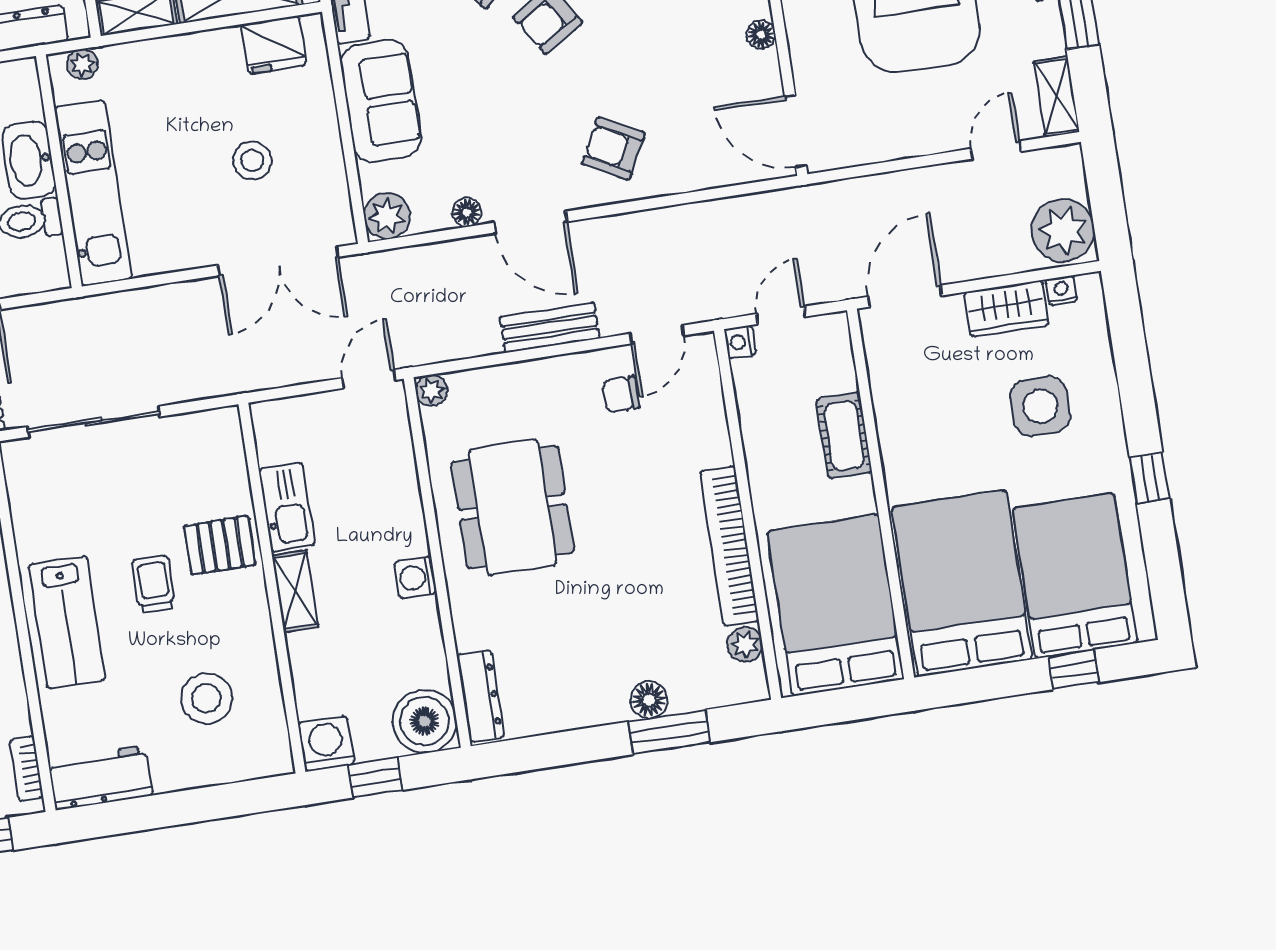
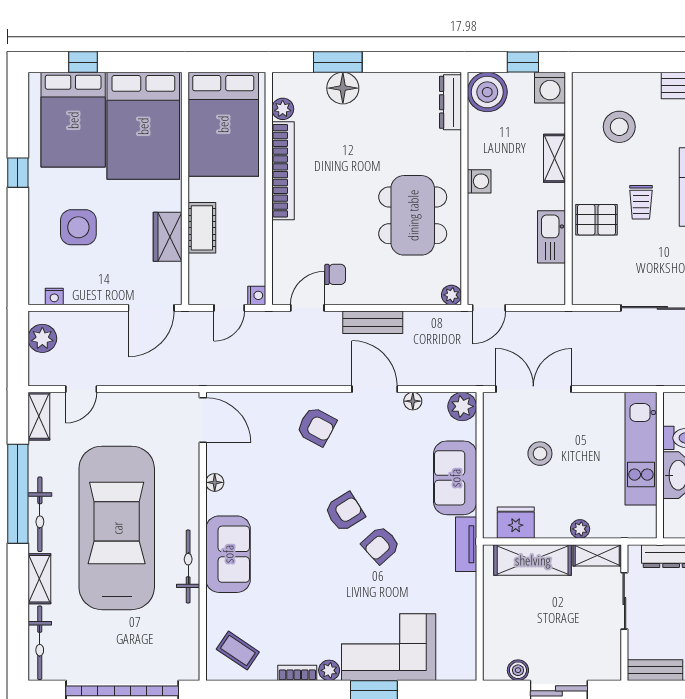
plant: (82, 64) -> (580, 529), moved
plant: (1063, 230) -> (42, 338), width x0.73, depth x0.73
wardrobe: (1007, 309) -> (168, 237), moved, turned -90
shelving: (295, 591) -> (555, 158), moved
floor lamp: (649, 700) -> (343, 88), width x1.38, depth x1.38

